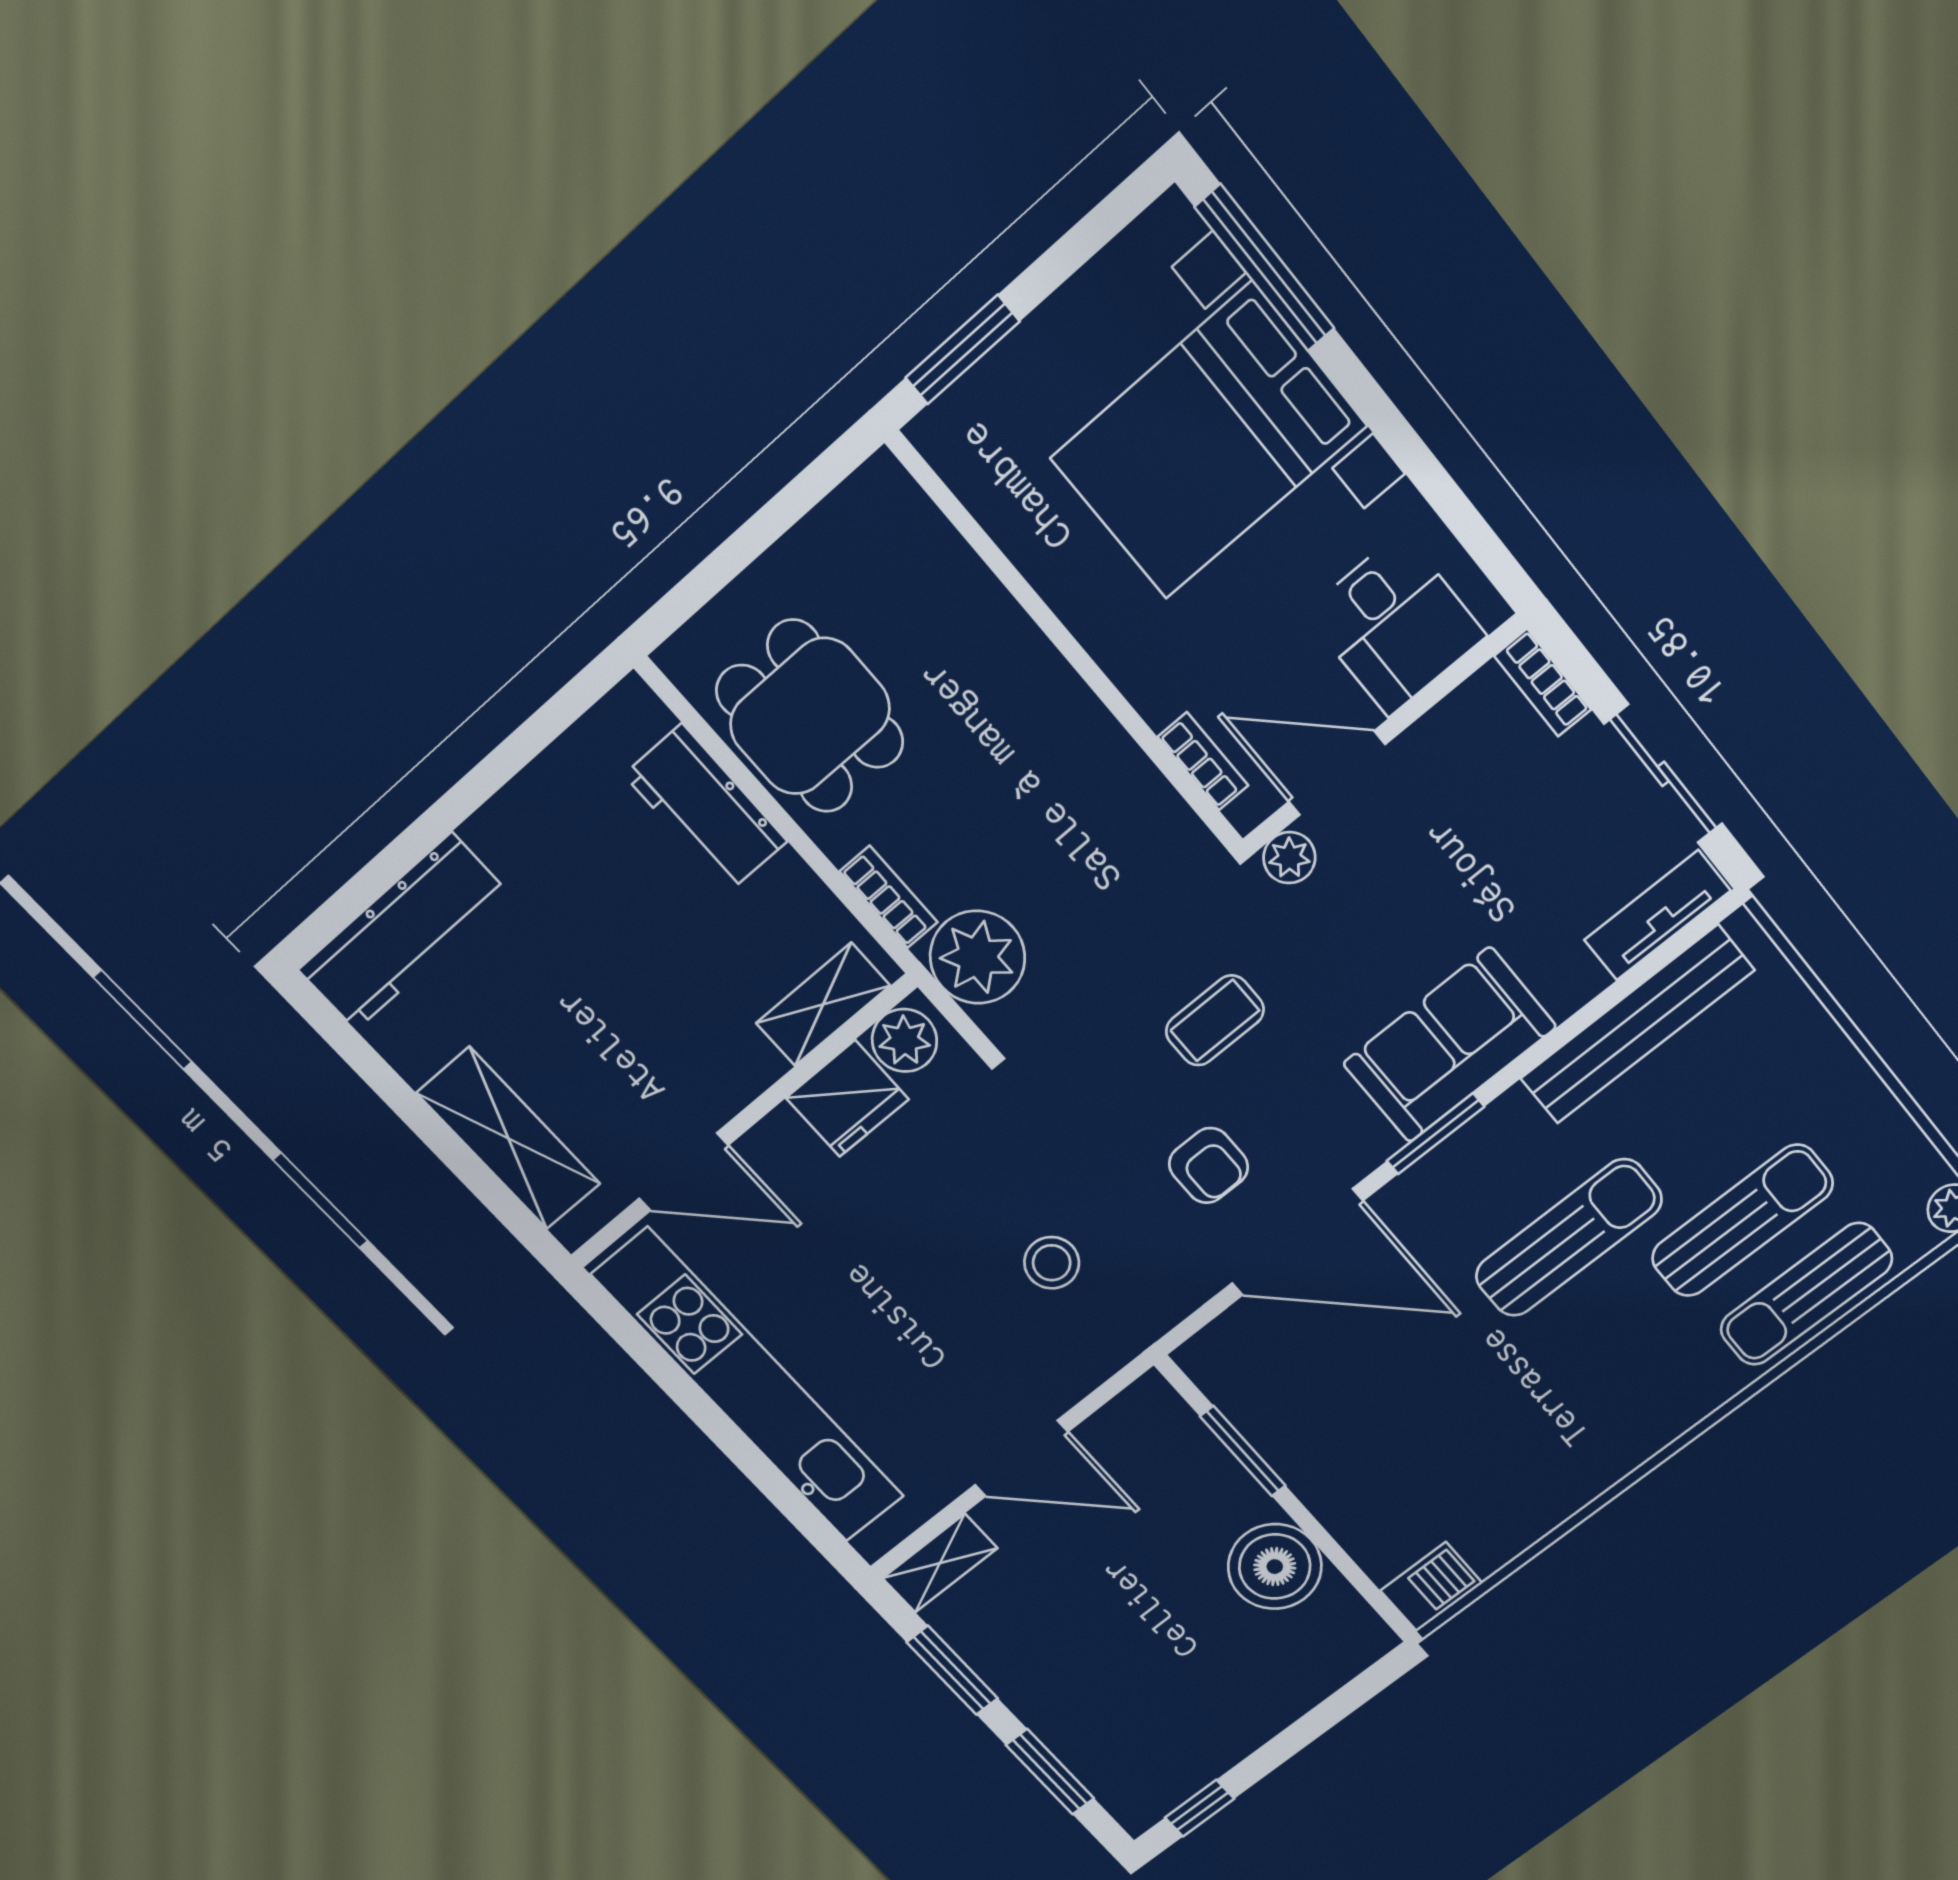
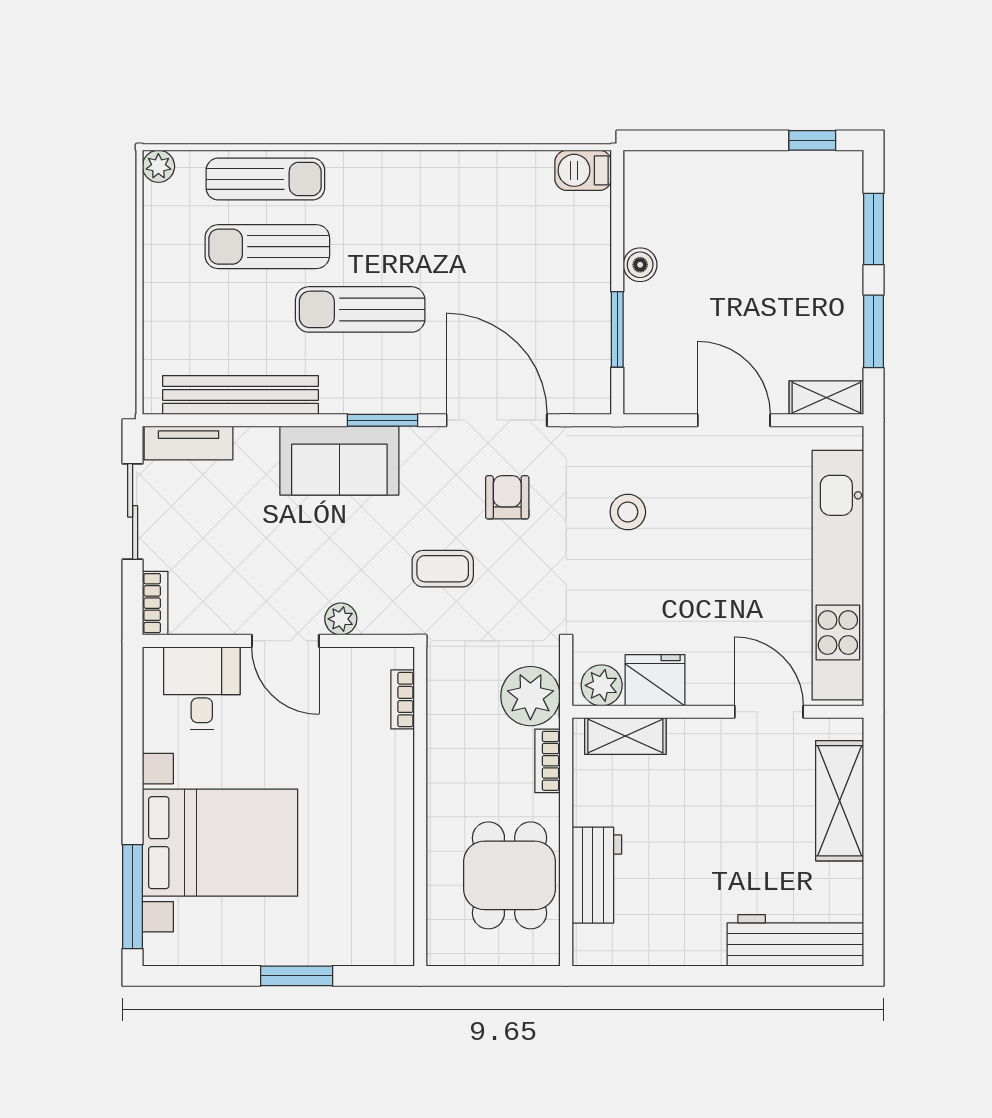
wall: (1067, 645) -> (420, 806), moved
bookcase: (1203, 761) -> (403, 699), moved
boiler: (1275, 1567) -> (640, 265), width x0.54, depth x0.54

